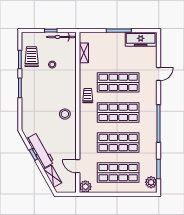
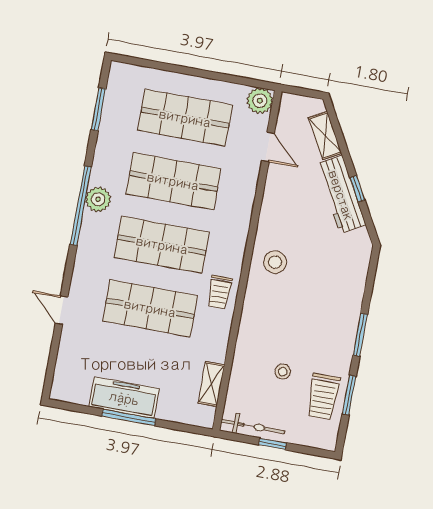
freezer: (141, 39) -> (124, 398), moved
door: (159, 74) -> (62, 310), hinge flipped
plant: (151, 182) -> (98, 199), moved

